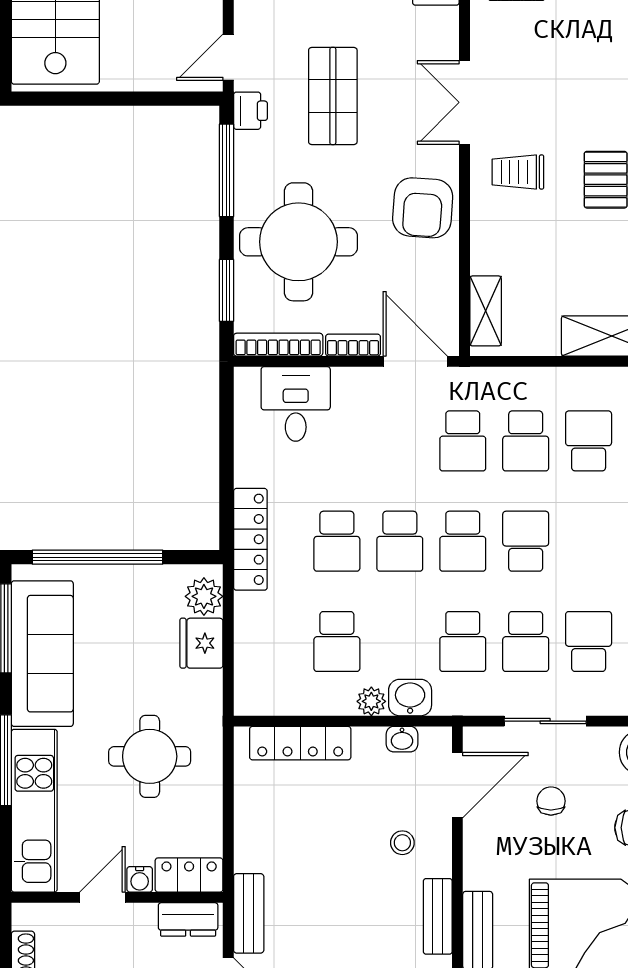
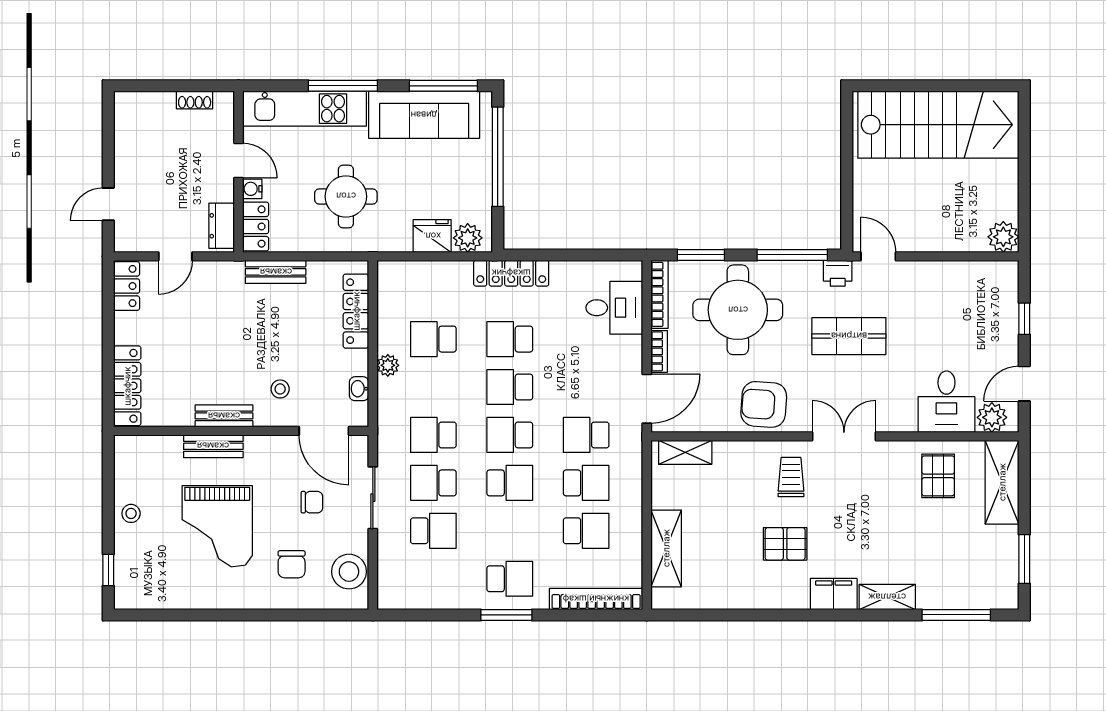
school desk: (526, 441) -> (586, 483), turned 180
washbasin: (410, 698) -> (391, 395), removed
bench: (249, 913) -> (276, 272), moved

